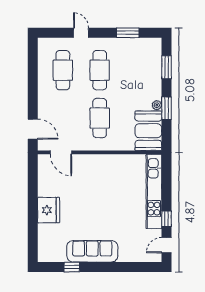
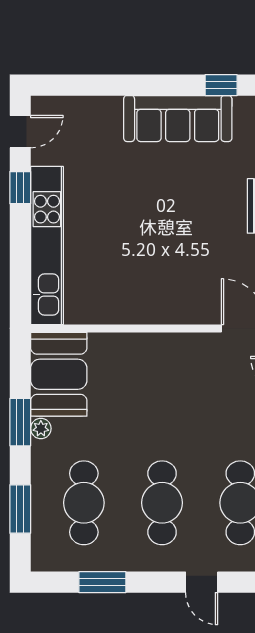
cafe table: (100, 118) -> (84, 503), moved

